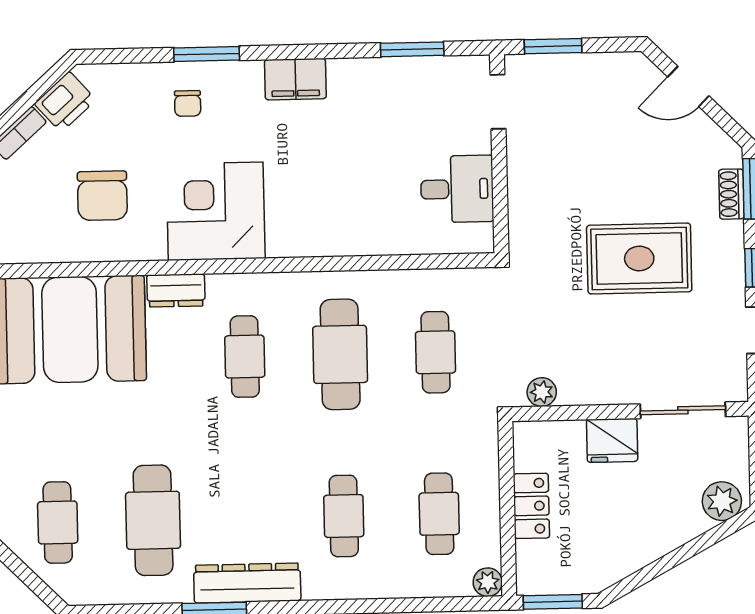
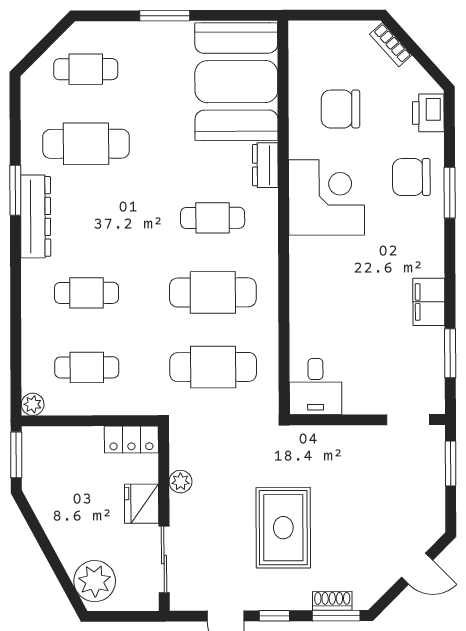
filing cabinet: (295, 79) -> (429, 302), moved
door: (688, 86) -> (417, 569), swing flipped
printer: (65, 102) -> (428, 113), moved, turned 42
chair: (188, 103) -> (411, 177), width x1.87, depth x1.87
desk: (457, 189) -> (316, 386), moved
cafe table: (435, 352) -> (213, 367), width x1.37, depth x1.35
plant: (542, 392) -> (180, 482), moved
plant: (722, 501) -> (95, 581), width x1.36, depth x1.36
locker: (531, 506) -> (131, 440), moved

